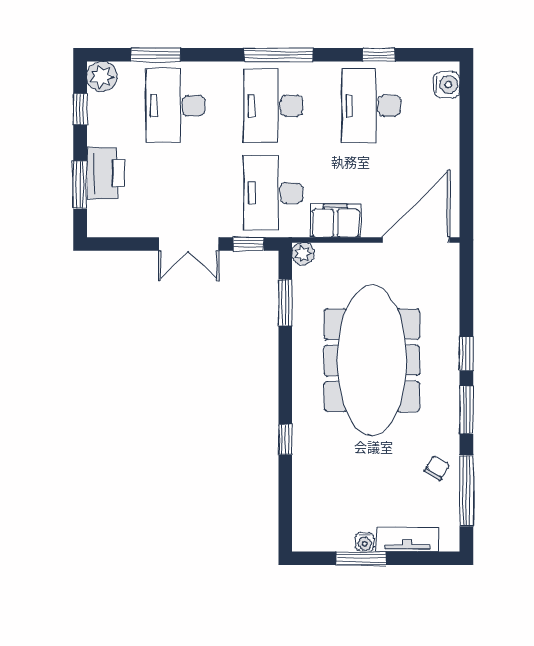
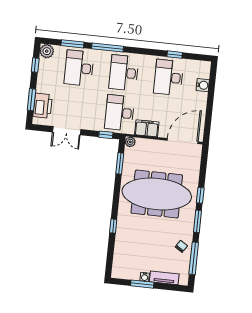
window: (278, 55) -> (108, 47), moved
water cooler: (447, 85) -> (203, 85), moved
printer: (105, 173) -> (43, 106), moved
double door: (188, 244) -> (67, 131), moved
meeting table: (372, 360) -> (157, 194), turned 90

